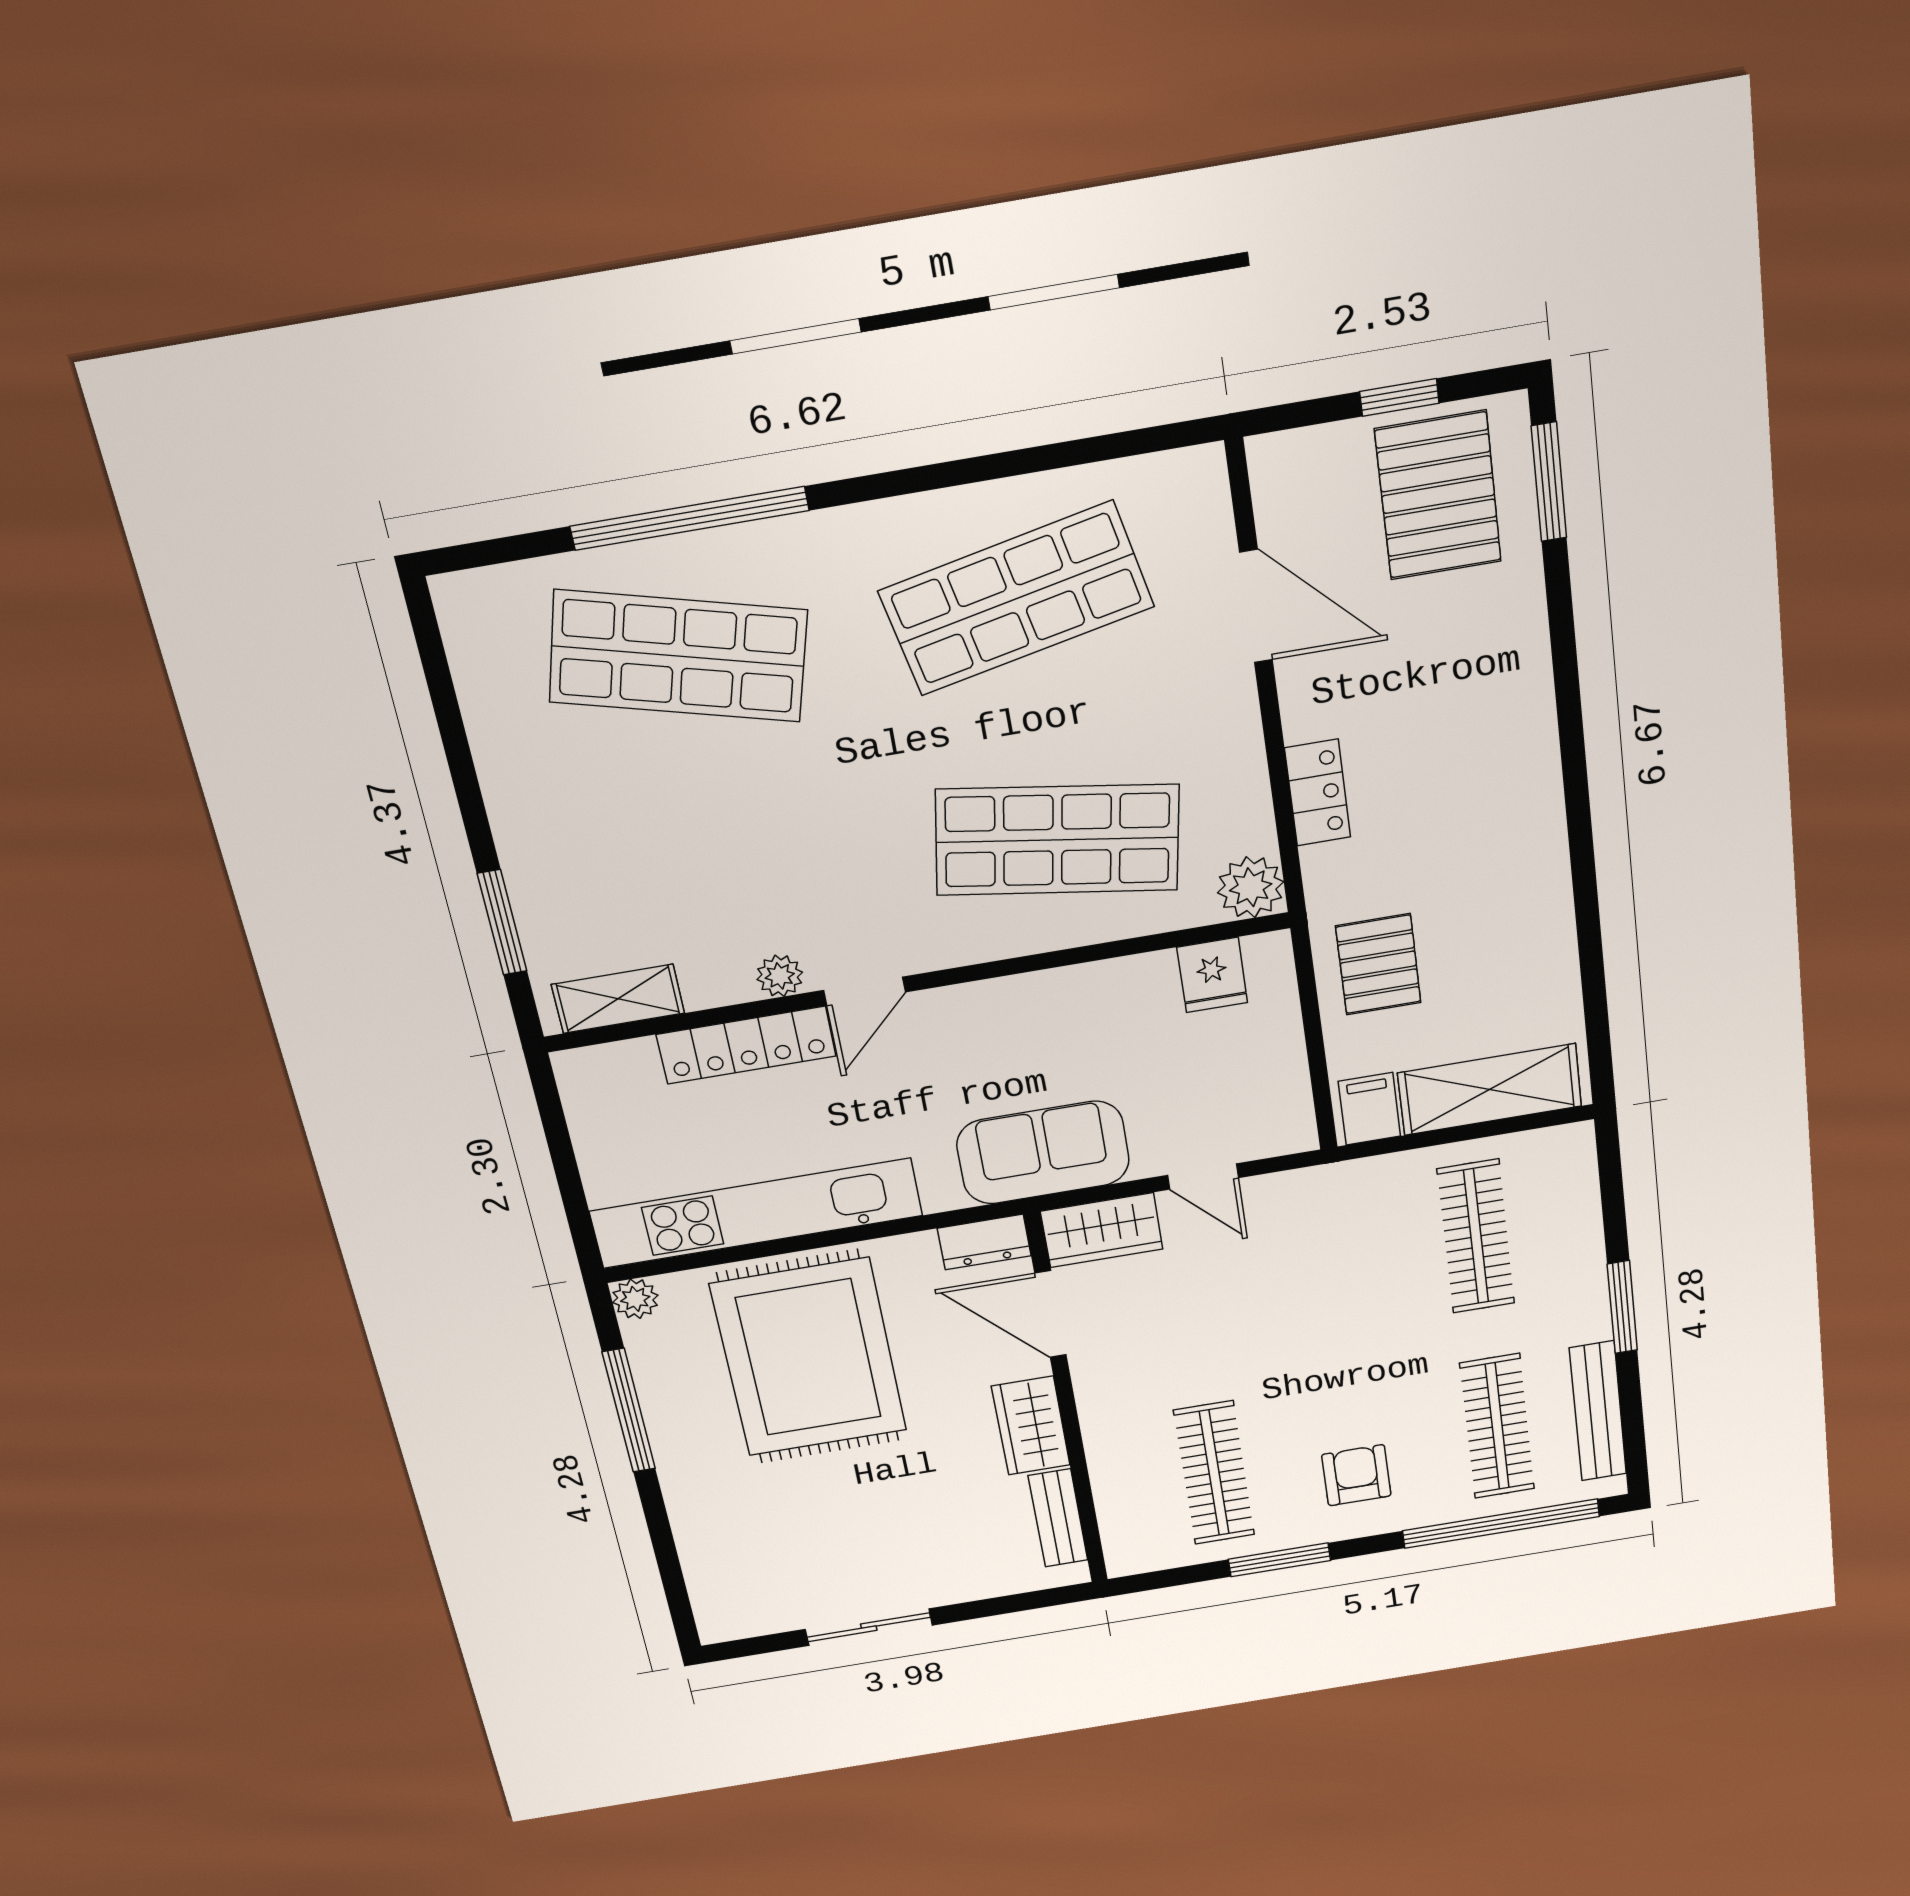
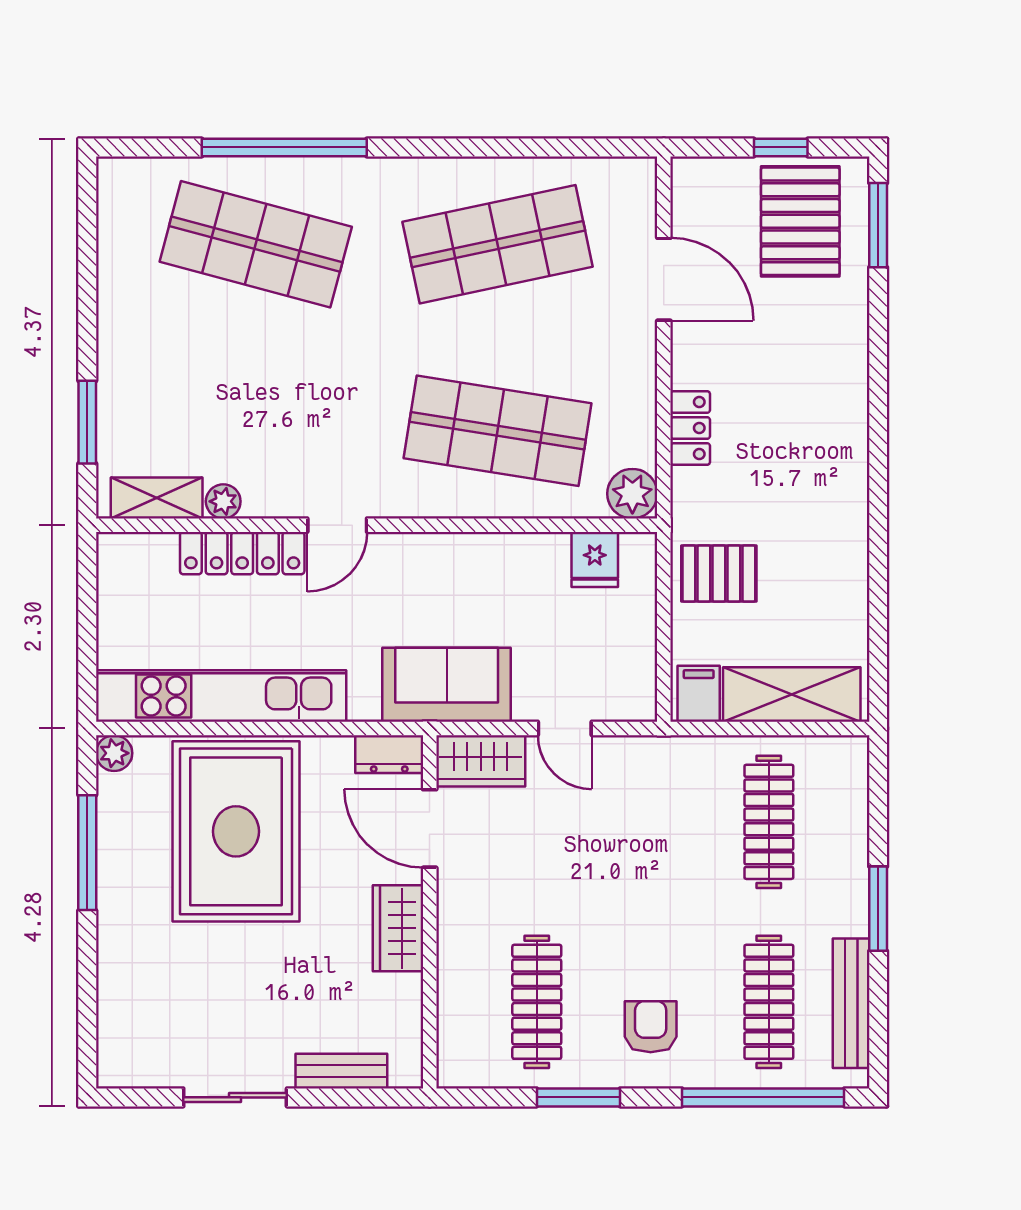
pallet: (1378, 964) -> (719, 574), turned 90
plant: (780, 976) -> (223, 501), moved
bench: (1058, 1518) -> (341, 1071), moved, turned 90

